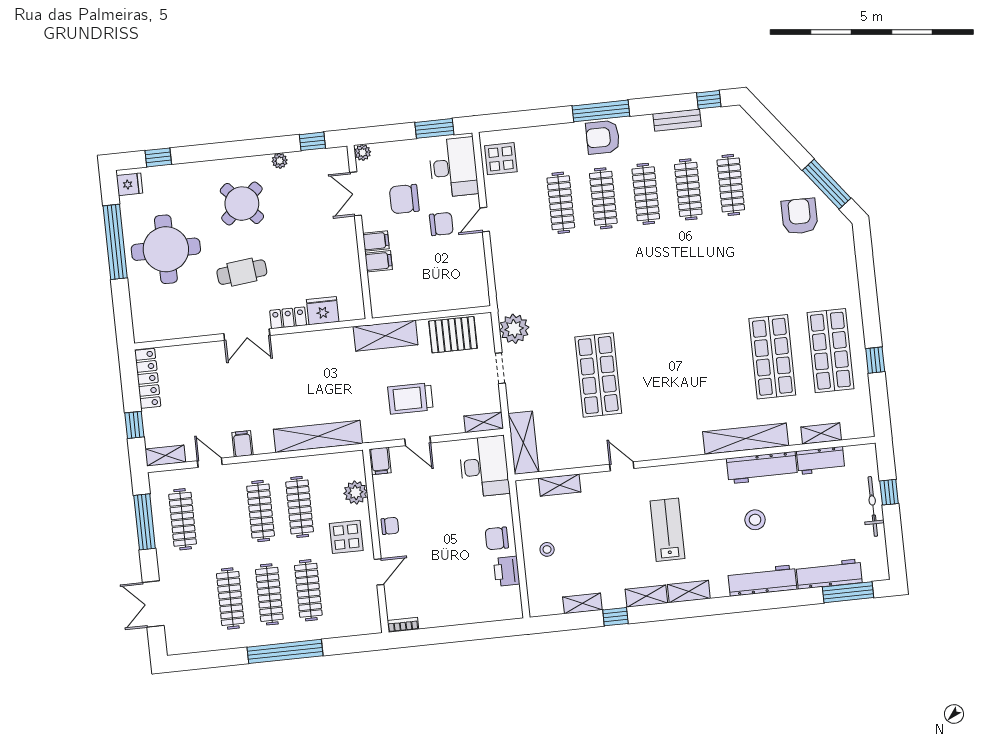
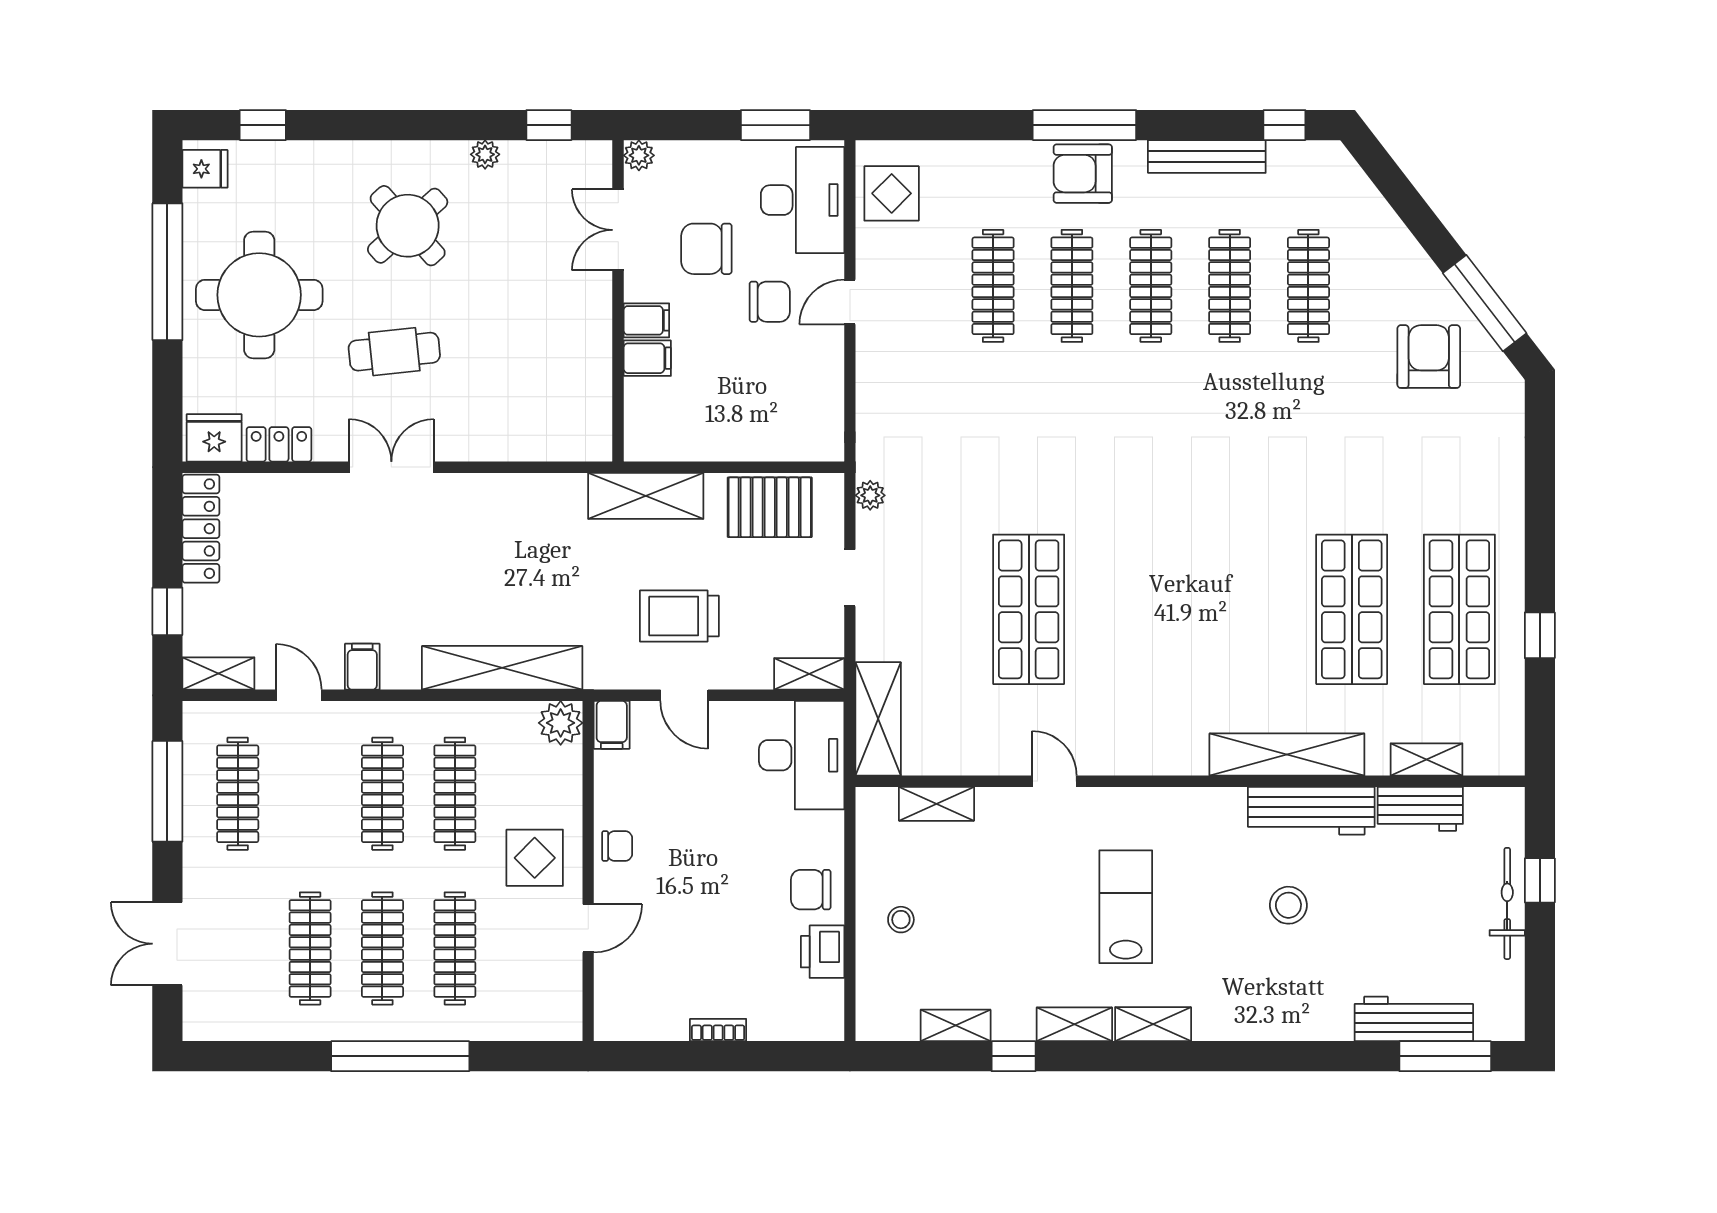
bench: (677, 120) -> (1207, 157), width x1.36
fridge: (323, 311) -> (214, 438), moved
locker: (288, 318) -> (279, 444), moved
plant: (514, 329) -> (870, 495), width x0.53, depth x0.53
double door: (247, 335) -> (391, 467), swing flipped
plant: (356, 492) -> (561, 723), moved
workbench: (762, 580) -> (1290, 1018), removed
bookcase: (403, 625) -> (718, 1030), moved

